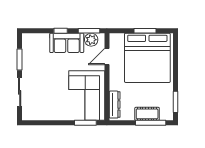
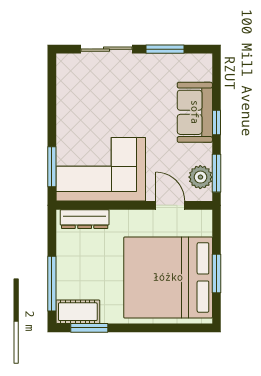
sofa: (67, 43) -> (195, 112), moved
cot: (147, 114) -> (78, 312), moved, turned 90

